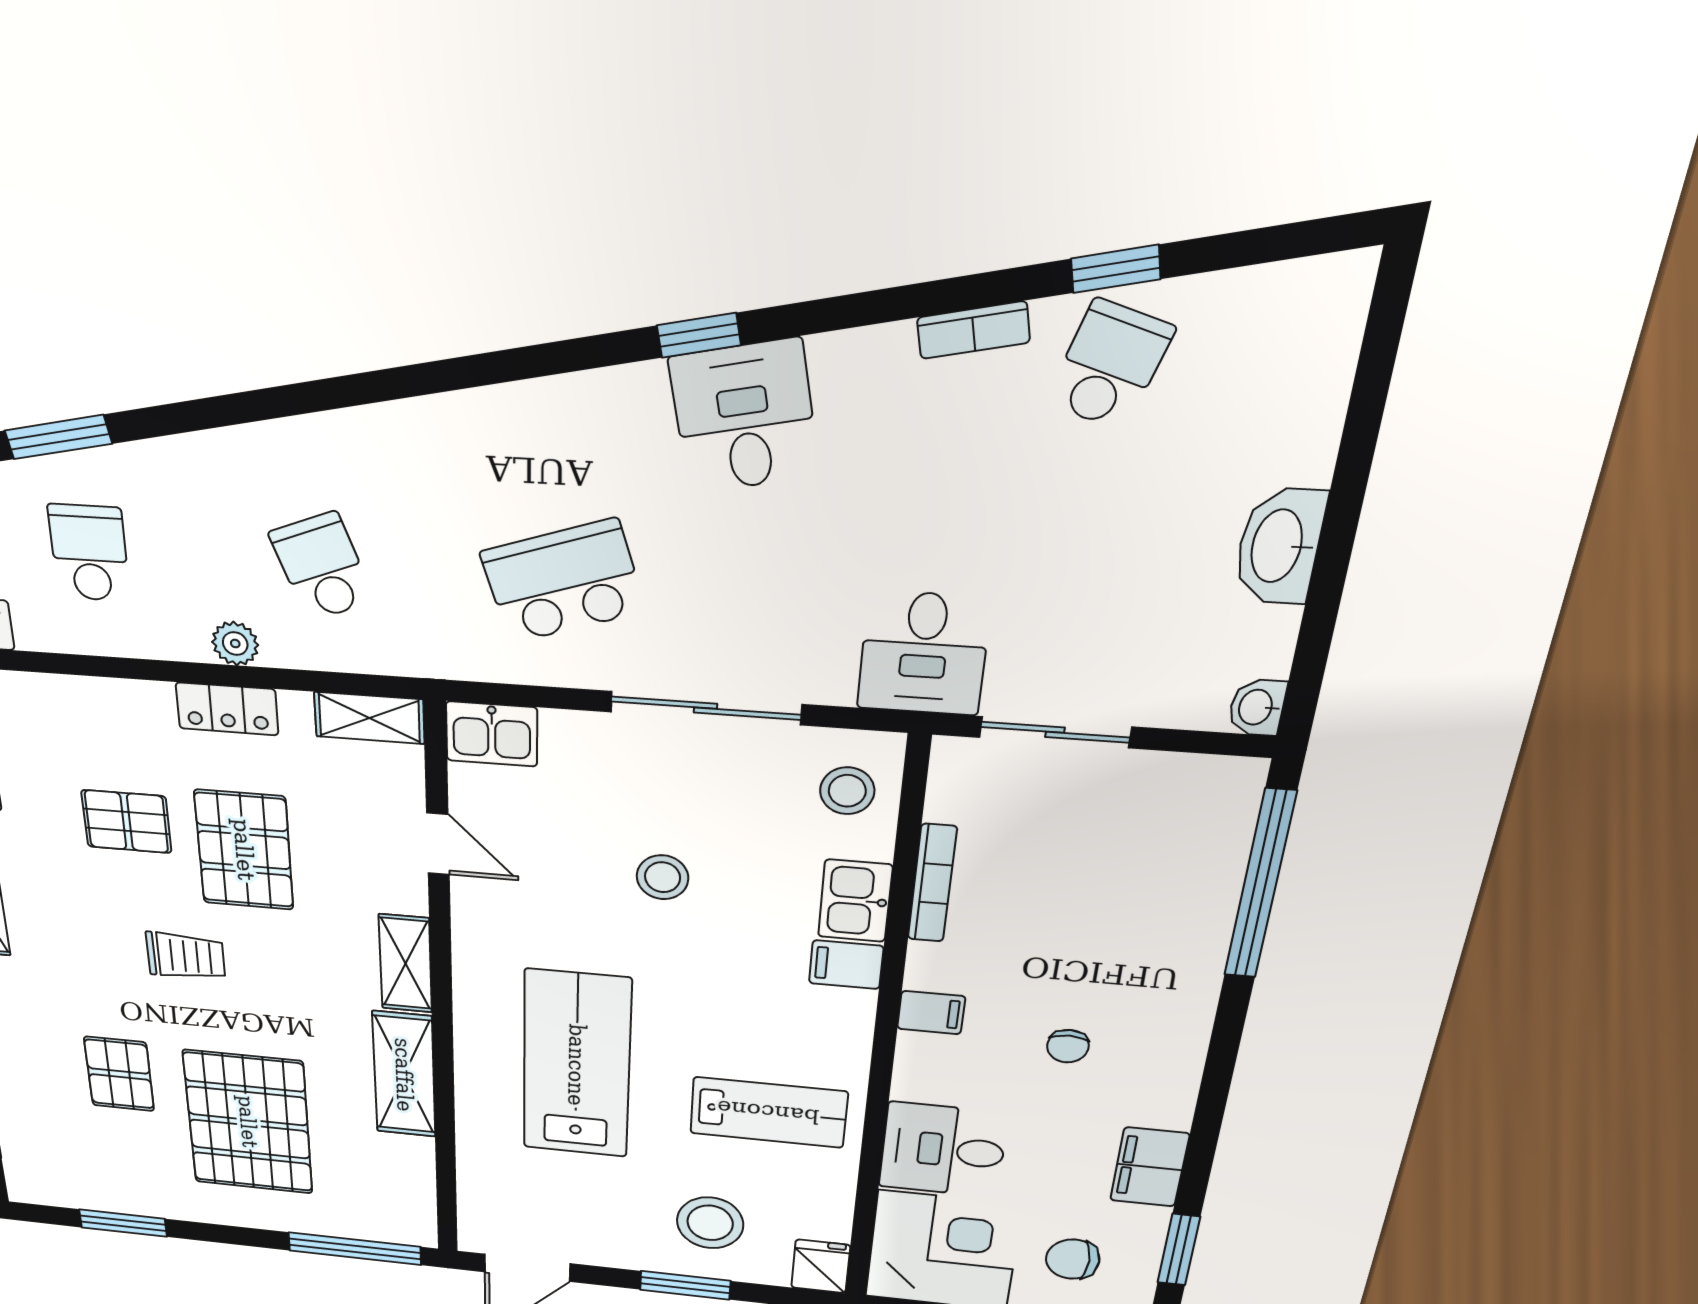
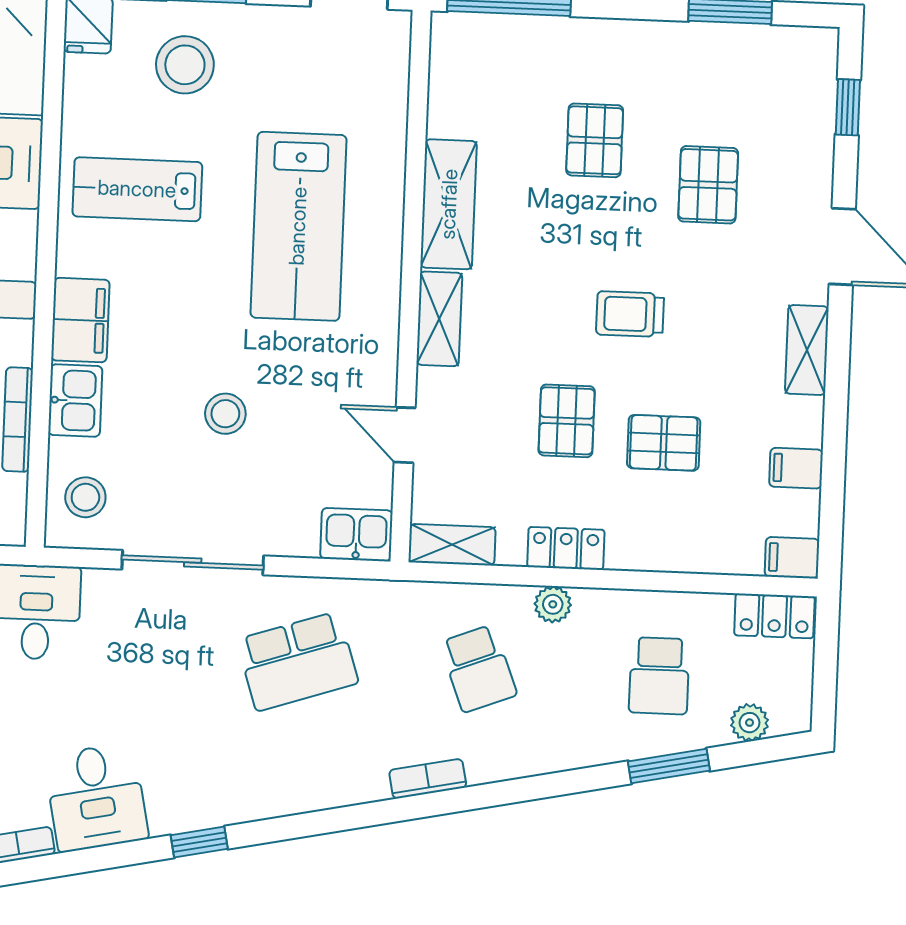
desk: (744, 417) -> (96, 797), moved
bookcase: (377, 423) -> (428, 779), added
pallet: (244, 850) -> (567, 421), width x0.67, depth x0.71
filing cabinet: (846, 965) -> (80, 320), width x2.00
pallet: (248, 1122) -> (595, 140), width x0.49, depth x0.50

